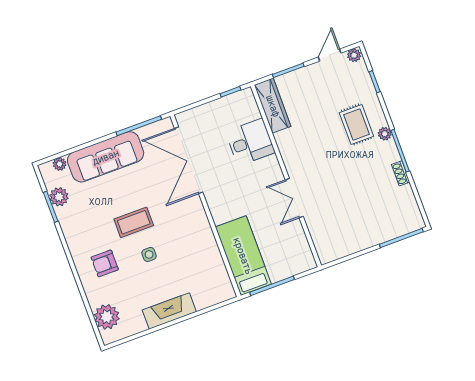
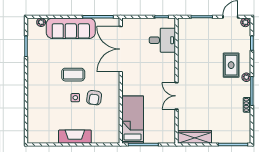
wardrobe: (273, 106) -> (195, 137), moved, turned -90
desk: (250, 142) -> (162, 40), moved
plant: (59, 197) -> (33, 42), removed
armchair: (105, 263) -> (94, 98), moved, turned -82
plant: (107, 317) -> (35, 126), removed

